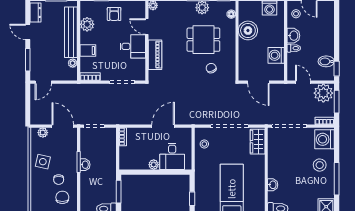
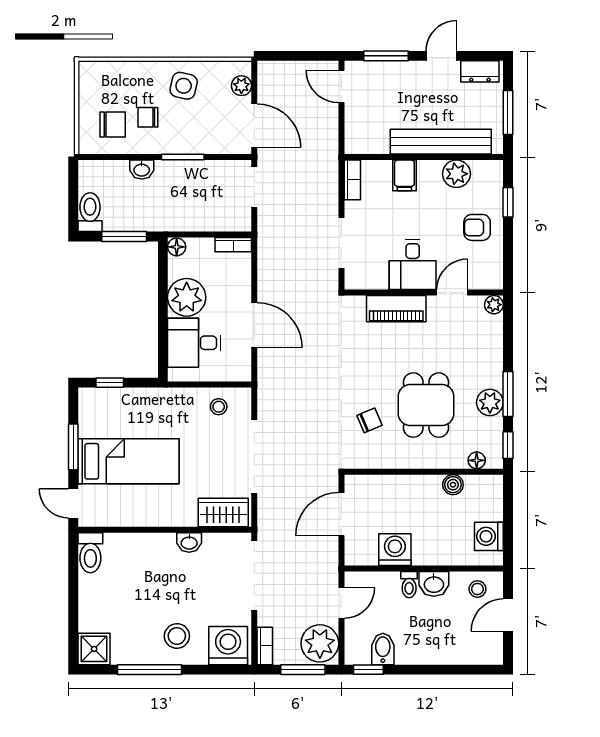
boiler: (248, 30) -> (453, 485), width x0.54, depth x0.54
plant: (73, 63) -> (379, 145), removed
door: (63, 126) -> (254, 126), hinge flipped
washbasin: (85, 165) -> (142, 170), moved
floor lamp: (124, 165) -> (177, 247), added
plant: (154, 165) -> (187, 297), width x1.87, depth x1.87
washbasin: (273, 185) -> (189, 542), moved

